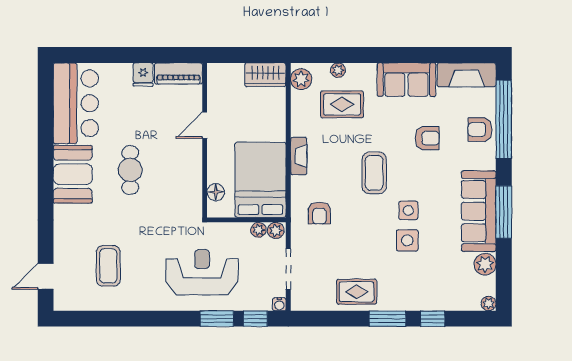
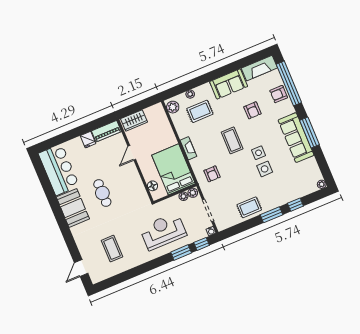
wardrobe: (265, 75) -> (134, 120), moved
armchair: (427, 138) -> (252, 110), turned 90
plant: (485, 264) -> (311, 164), removed

